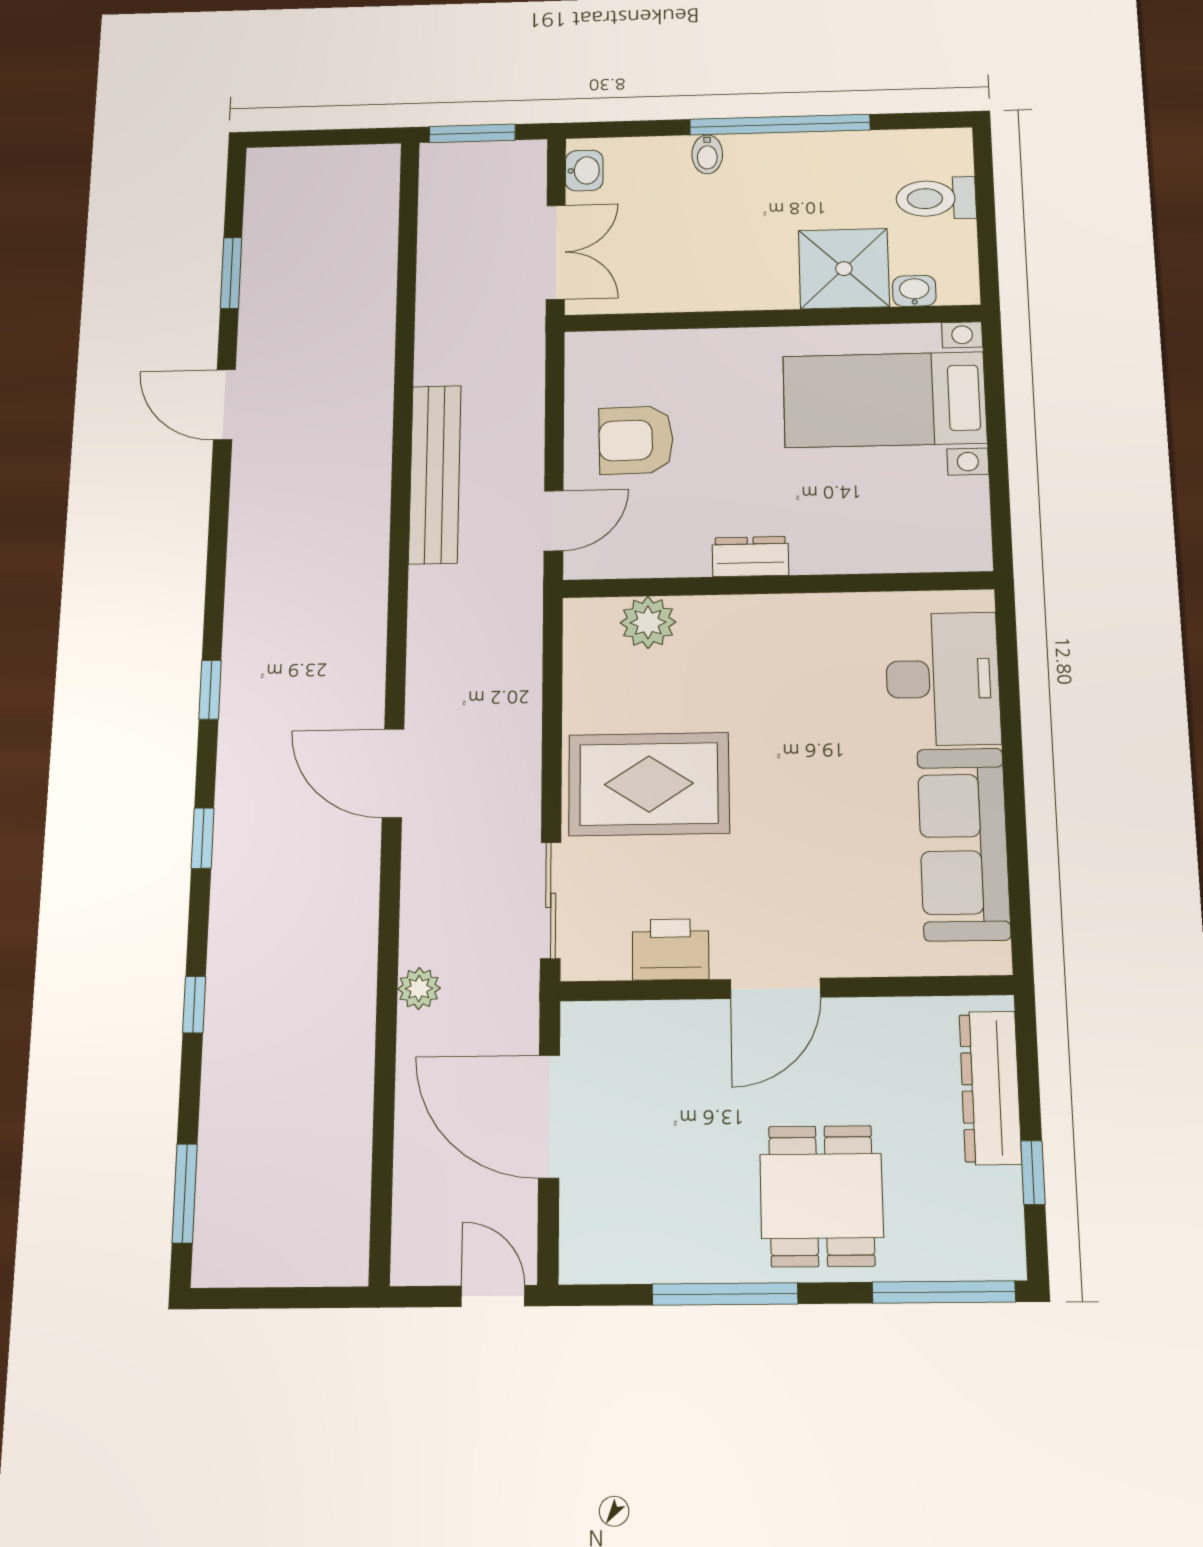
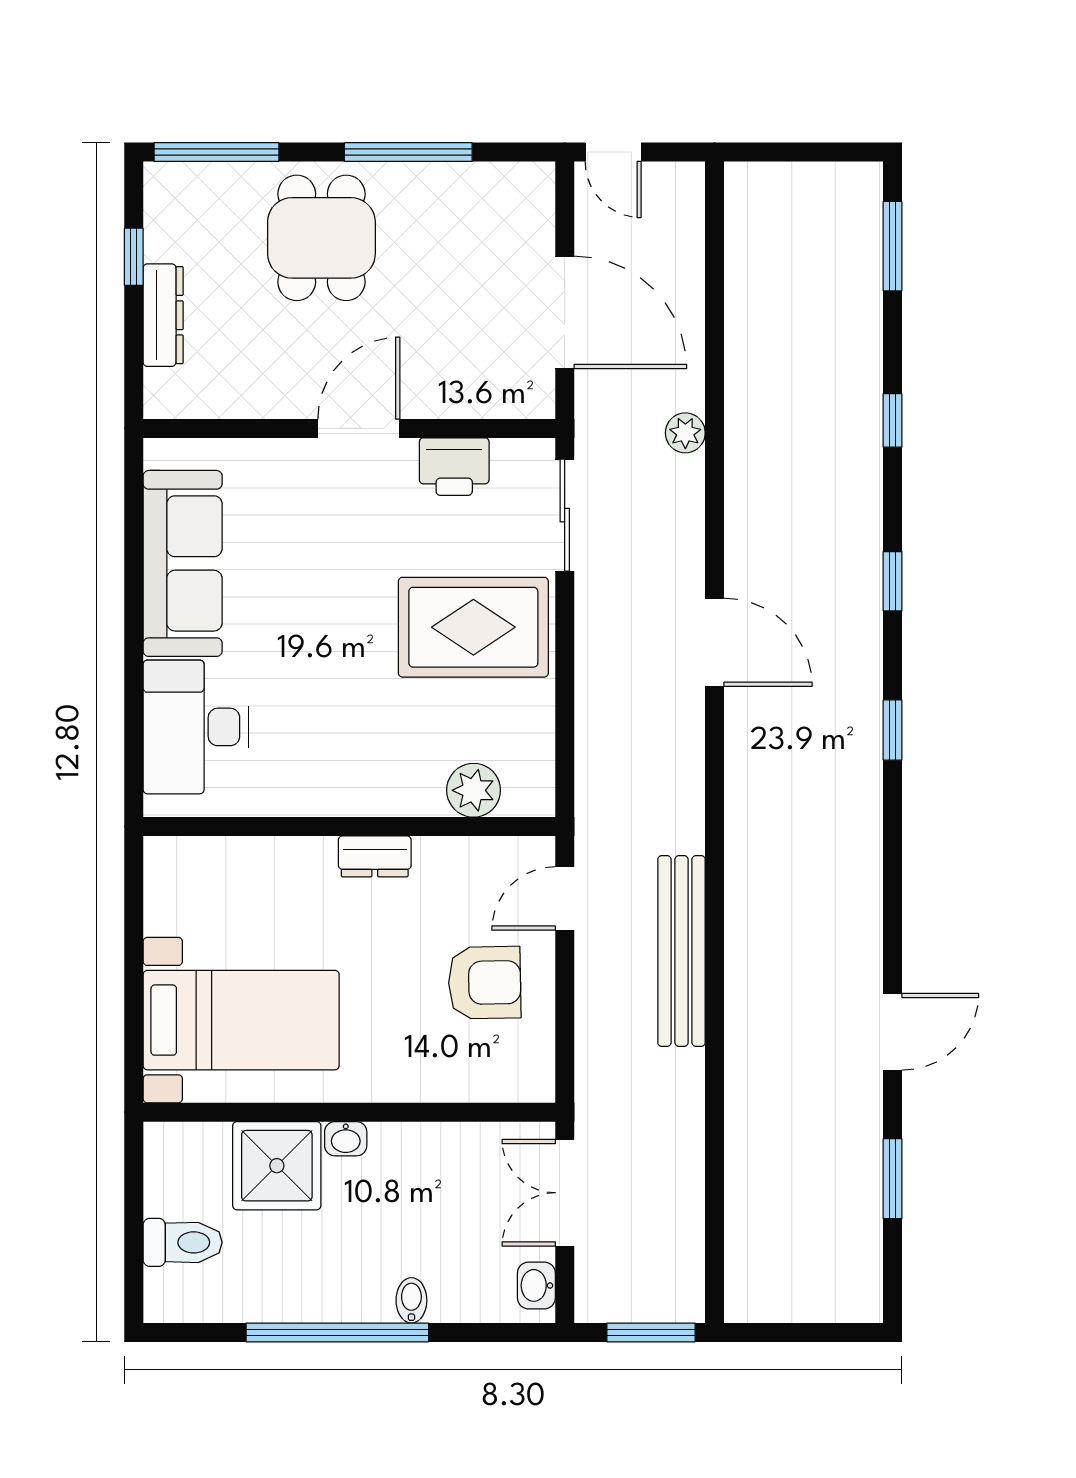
washbasin: (914, 291) -> (346, 1139), moved
door: (224, 405) -> (893, 1032), hinge flipped
dresser: (990, 1088) -> (163, 315), width x0.73, depth x0.80

